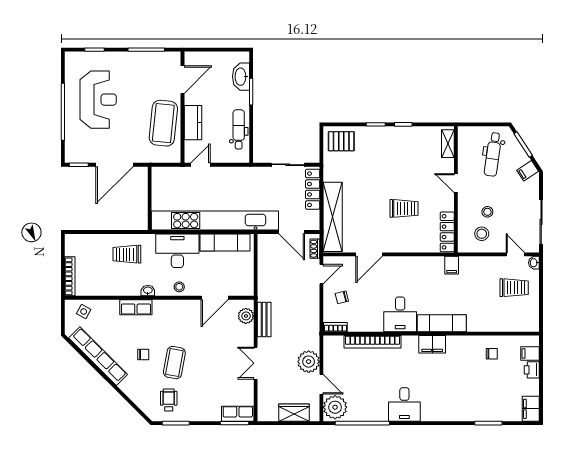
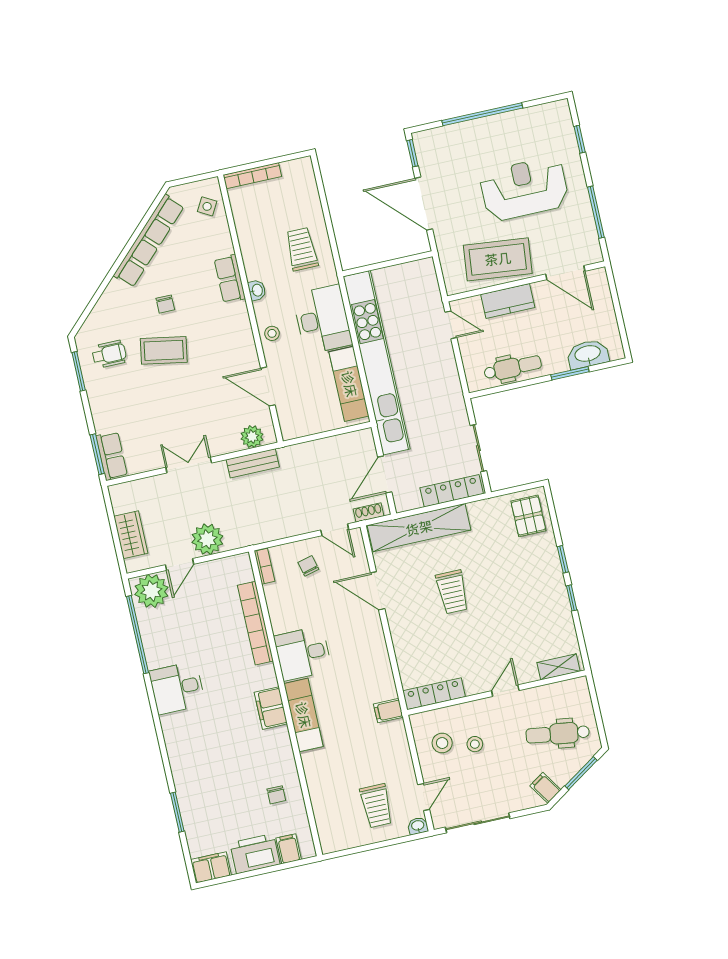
reception desk: (98, 100) -> (524, 189), moved, turned 180
trolley: (404, 208) -> (452, 592), moved
printer: (532, 370) -> (255, 854), width x1.87, depth x1.48

